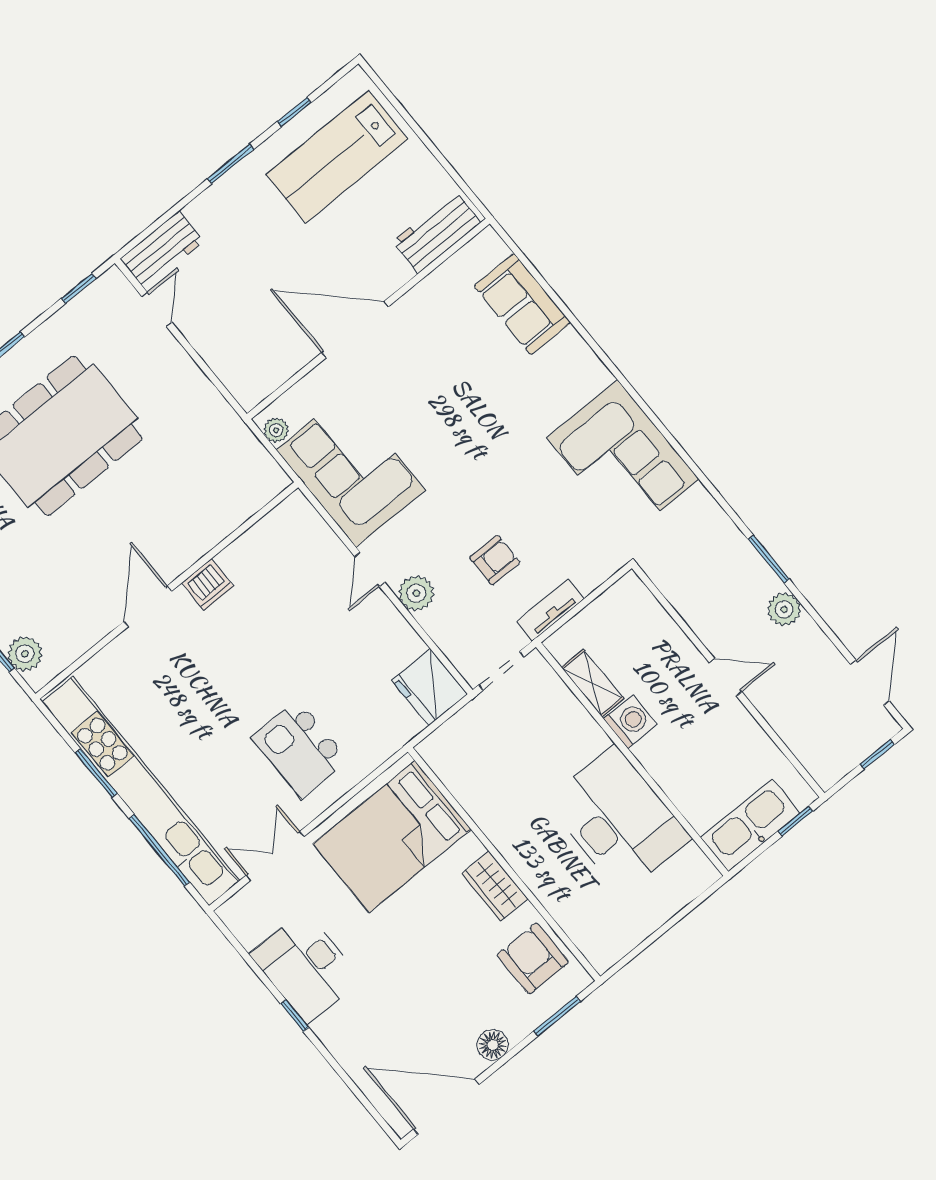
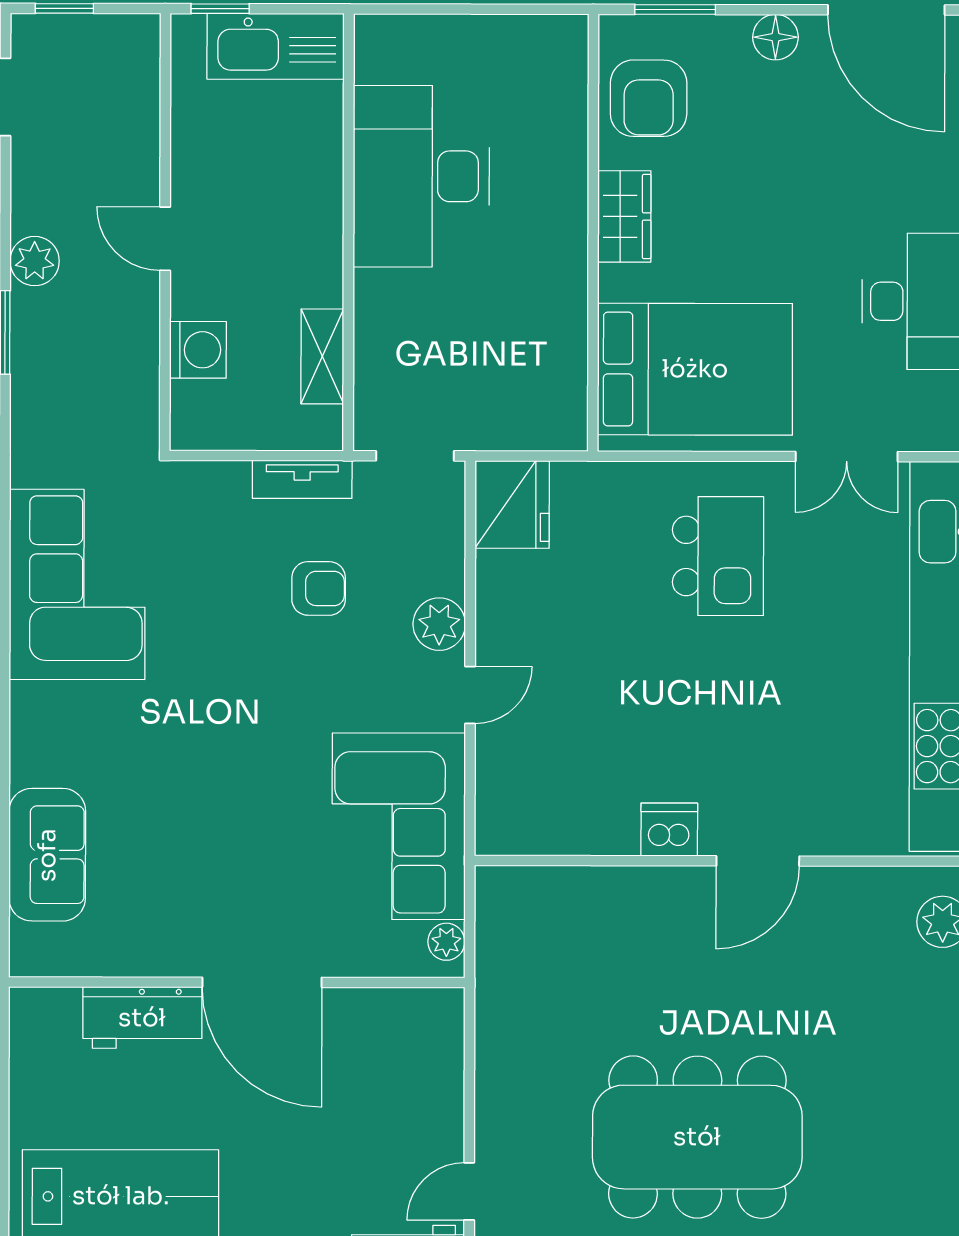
workbench: (437, 232) -> (142, 1018), moved
armchair: (495, 560) -> (319, 588), turned 180
washing machine: (630, 722) -> (198, 350), moved, turned 180

